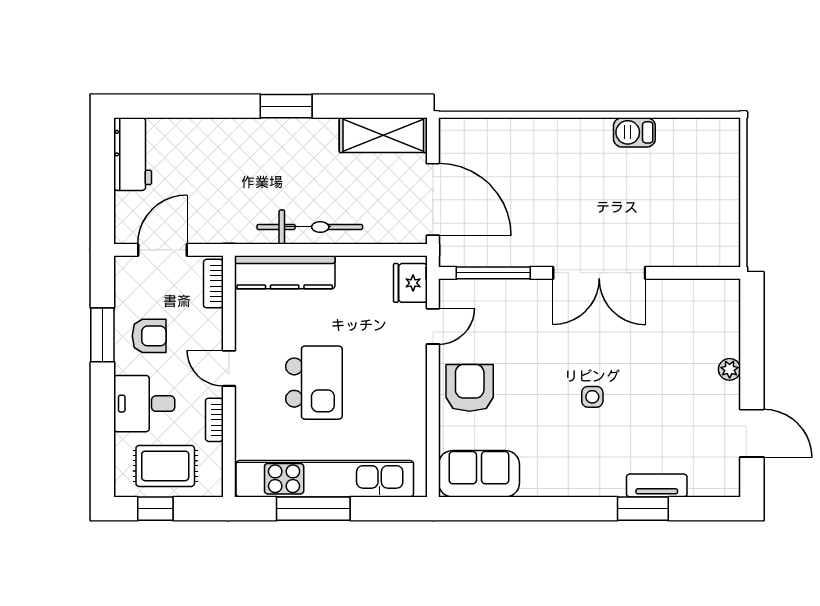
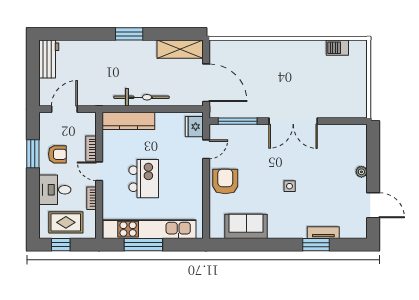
barbecue: (634, 132) -> (337, 48), moved
bookcase: (213, 284) -> (91, 149), moved
sofa: (479, 474) -> (246, 226), moved

